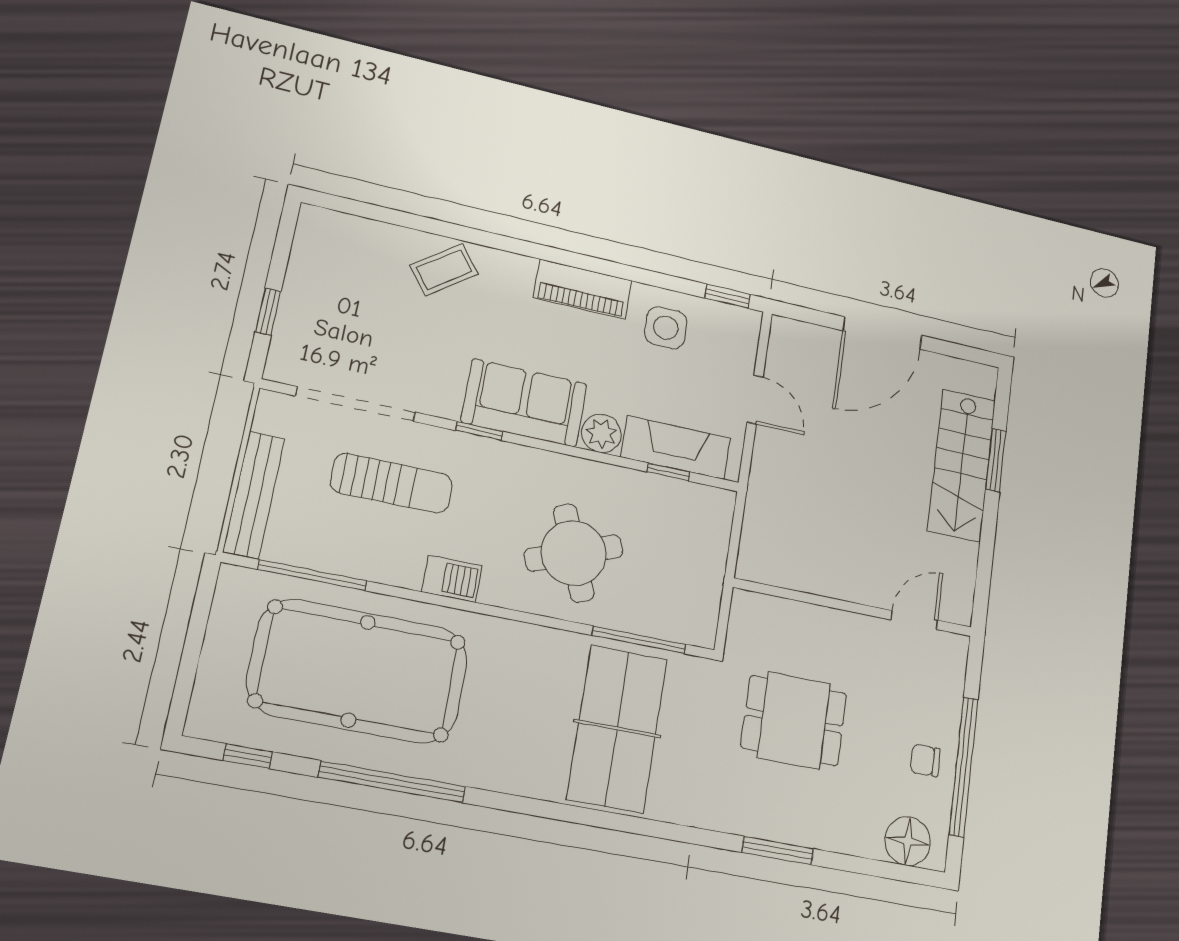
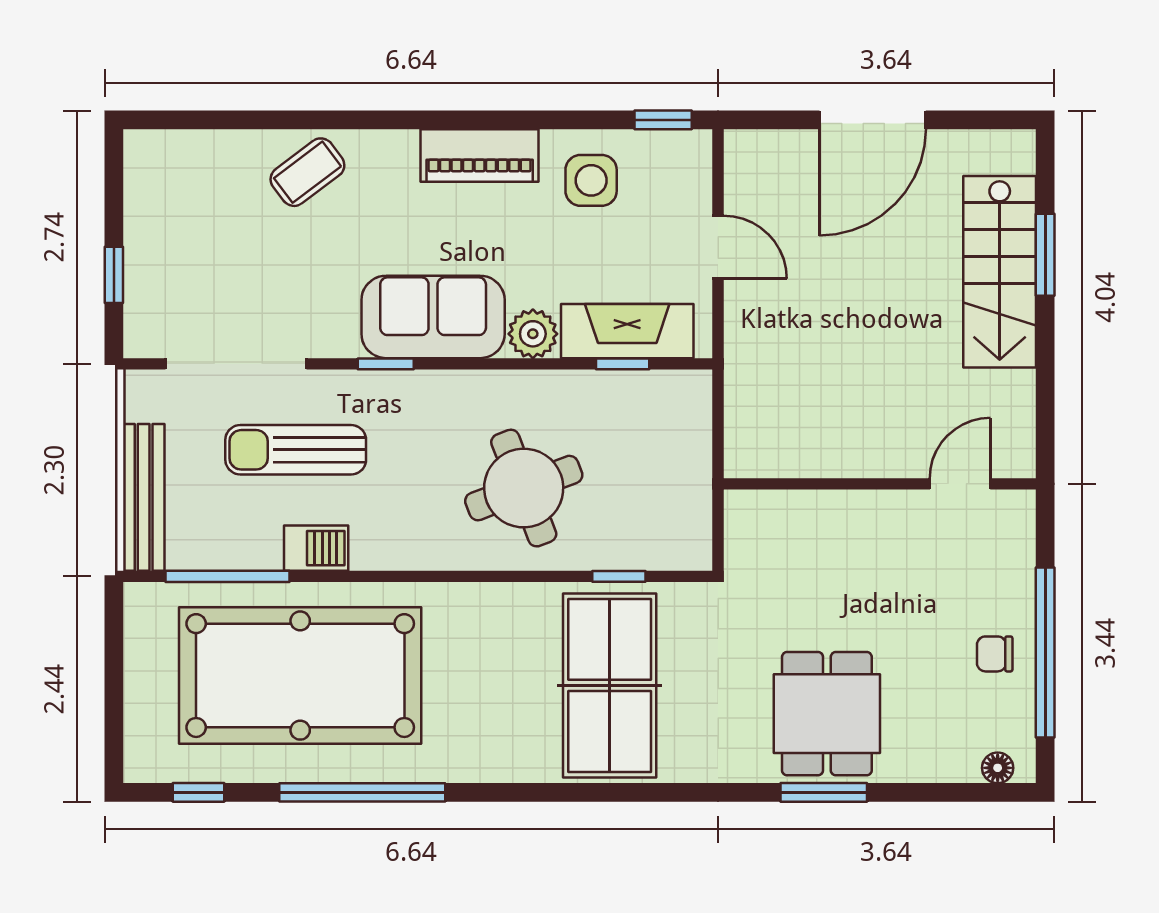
sun lounger: (392, 483) -> (296, 450), turned 180
barbecue: (452, 579) -> (316, 548), moved
window: (639, 640) -> (619, 576), width x0.46
dining table: (794, 721) -> (827, 714), moved, turned 90
floor lamp: (908, 841) -> (998, 768), width x0.53, depth x0.53

